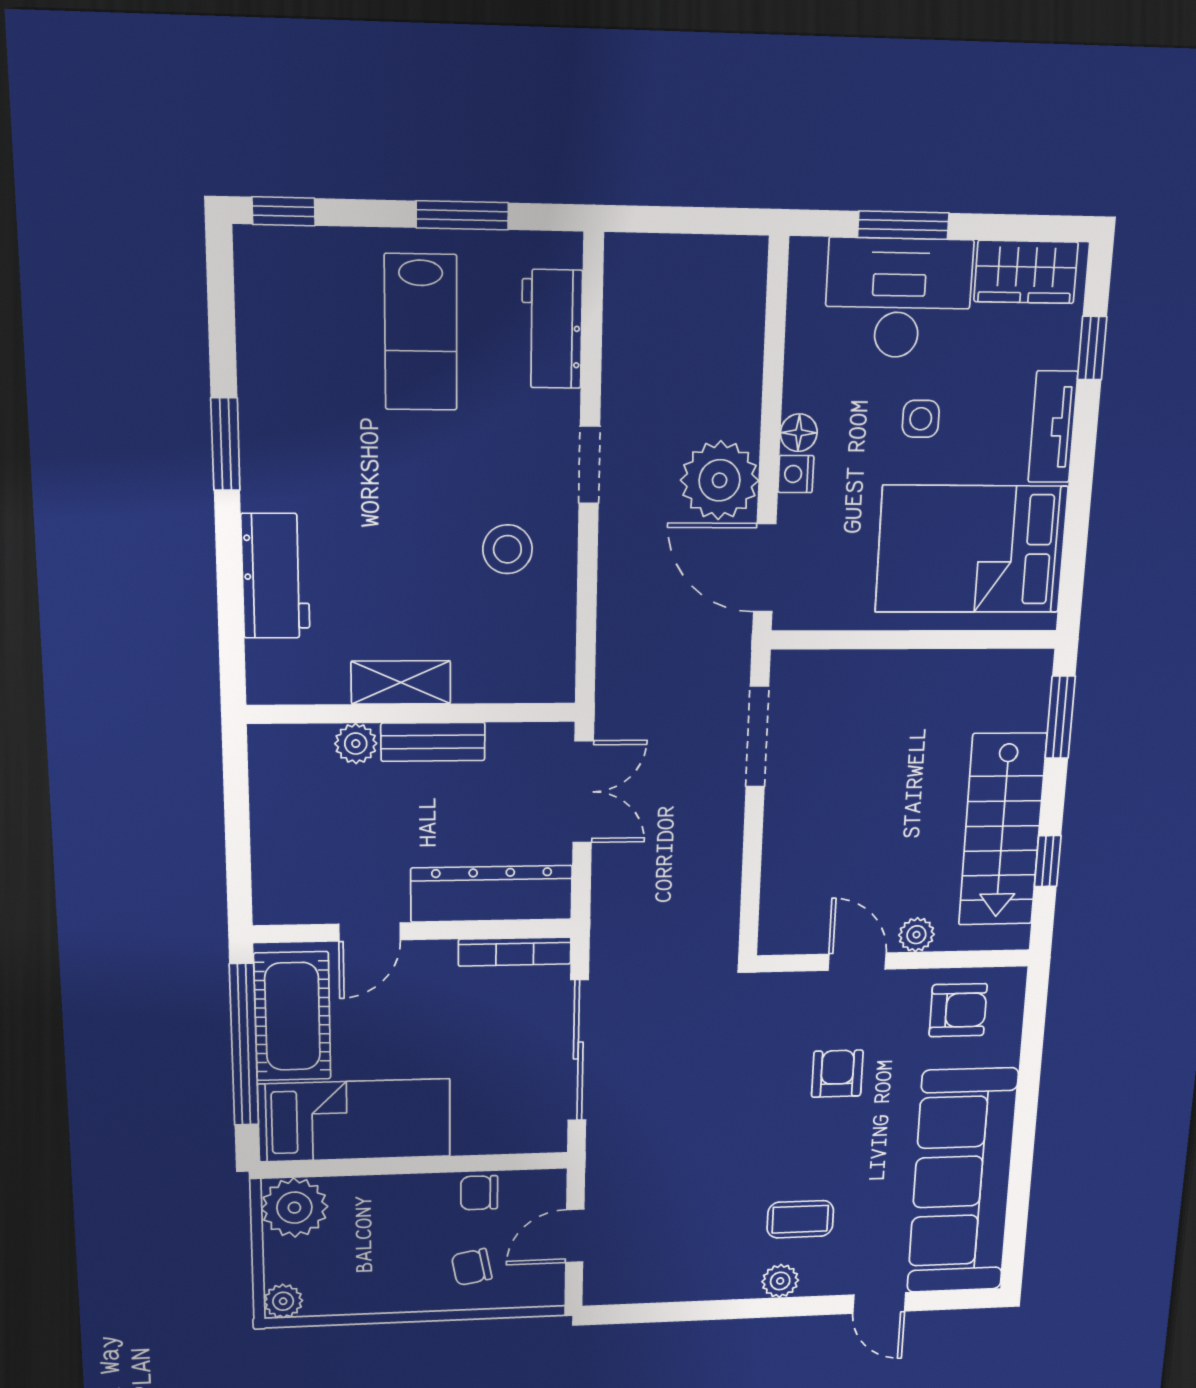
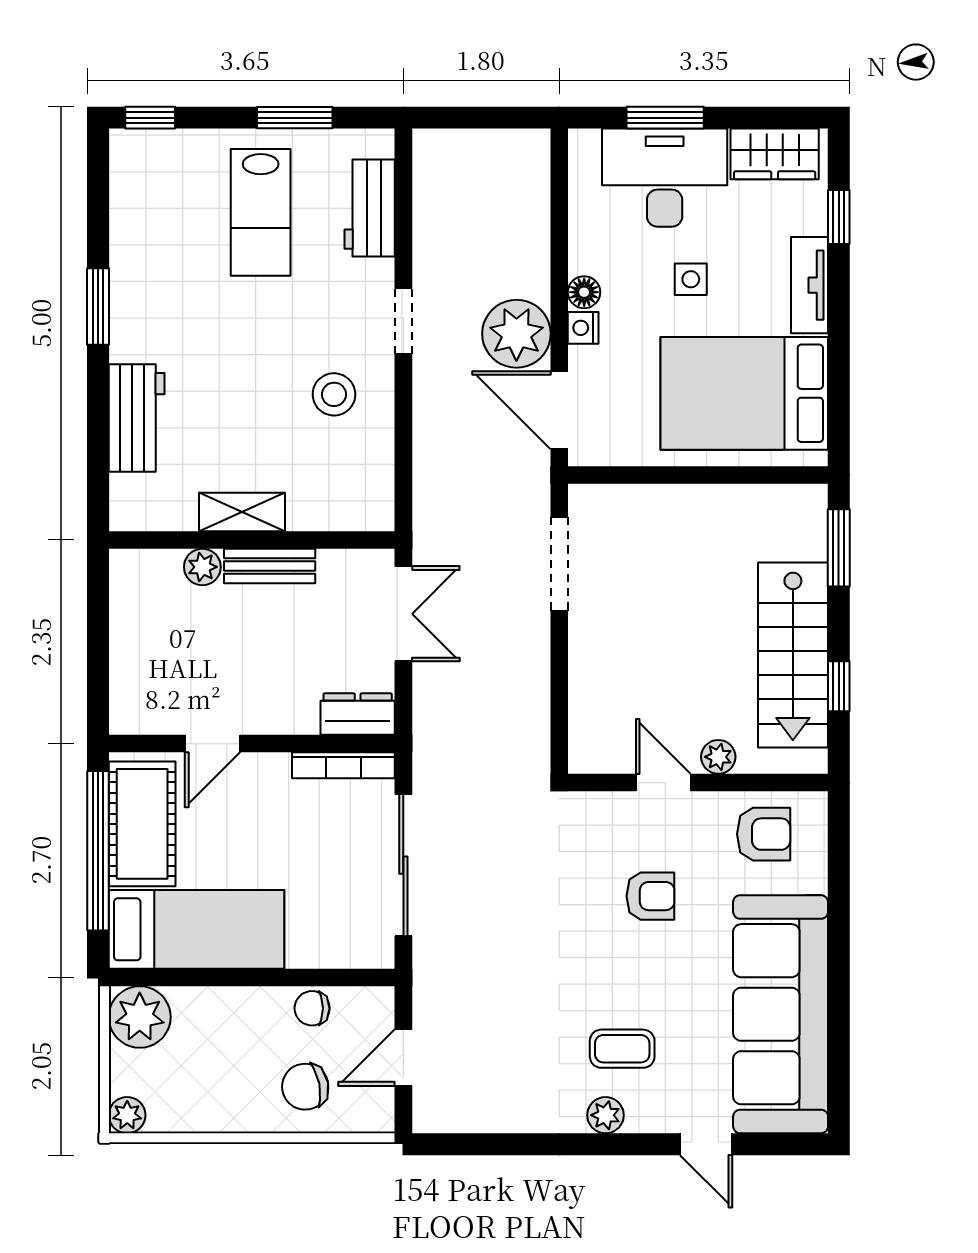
dresser: (492, 894) -> (358, 714), width x0.51, depth x0.80
armchair: (837, 1074) -> (650, 896), turned 90
chair: (472, 1267) -> (305, 1087), width x1.37, depth x1.37

